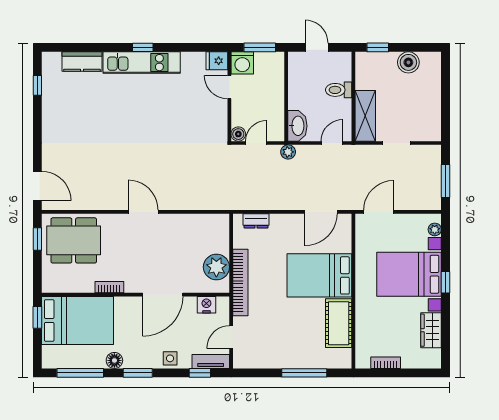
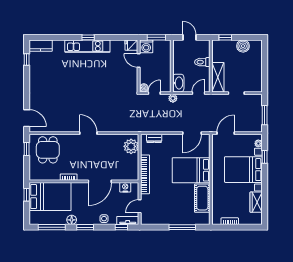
kitchen counter: (82, 62) -> (41, 46), moved
dining table: (74, 240) -> (48, 150), width x0.73
plant: (216, 267) -> (131, 146), moved
window: (446, 282) -> (265, 157), moved

